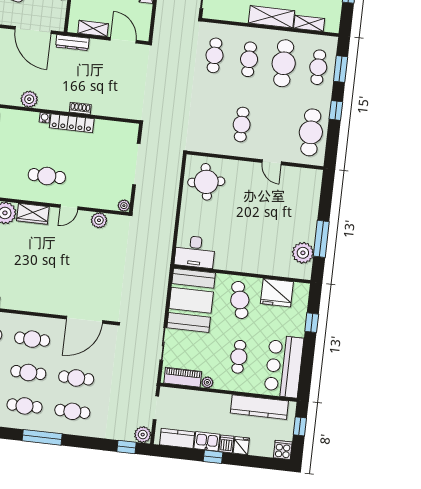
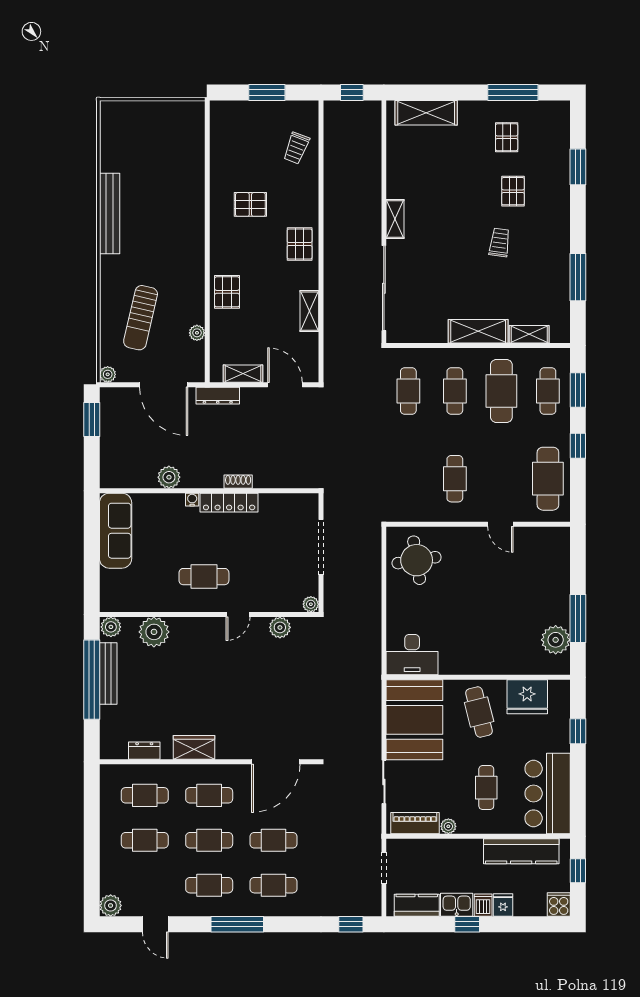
wardrobe: (33, 214) -> (194, 747), moved, turned 180
plant: (143, 435) -> (370, 905), removed

